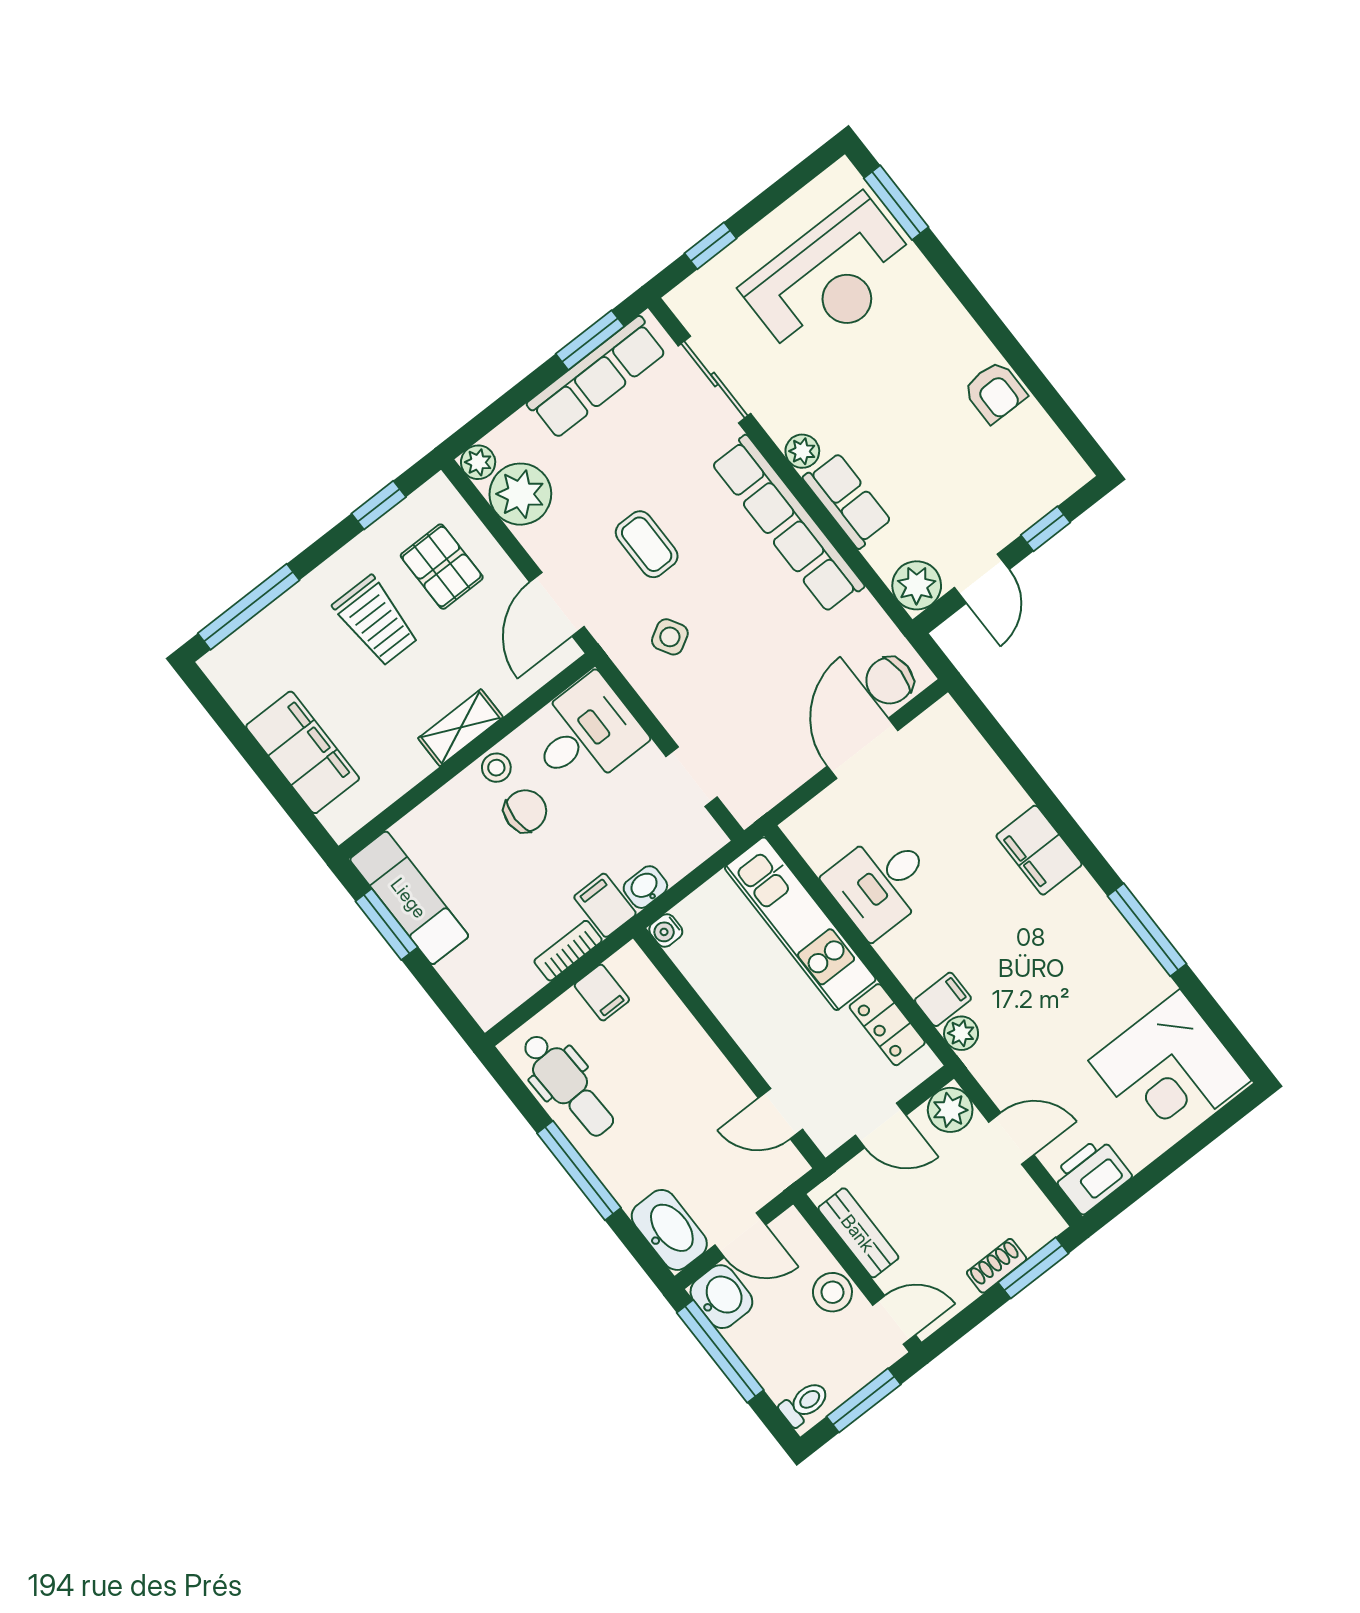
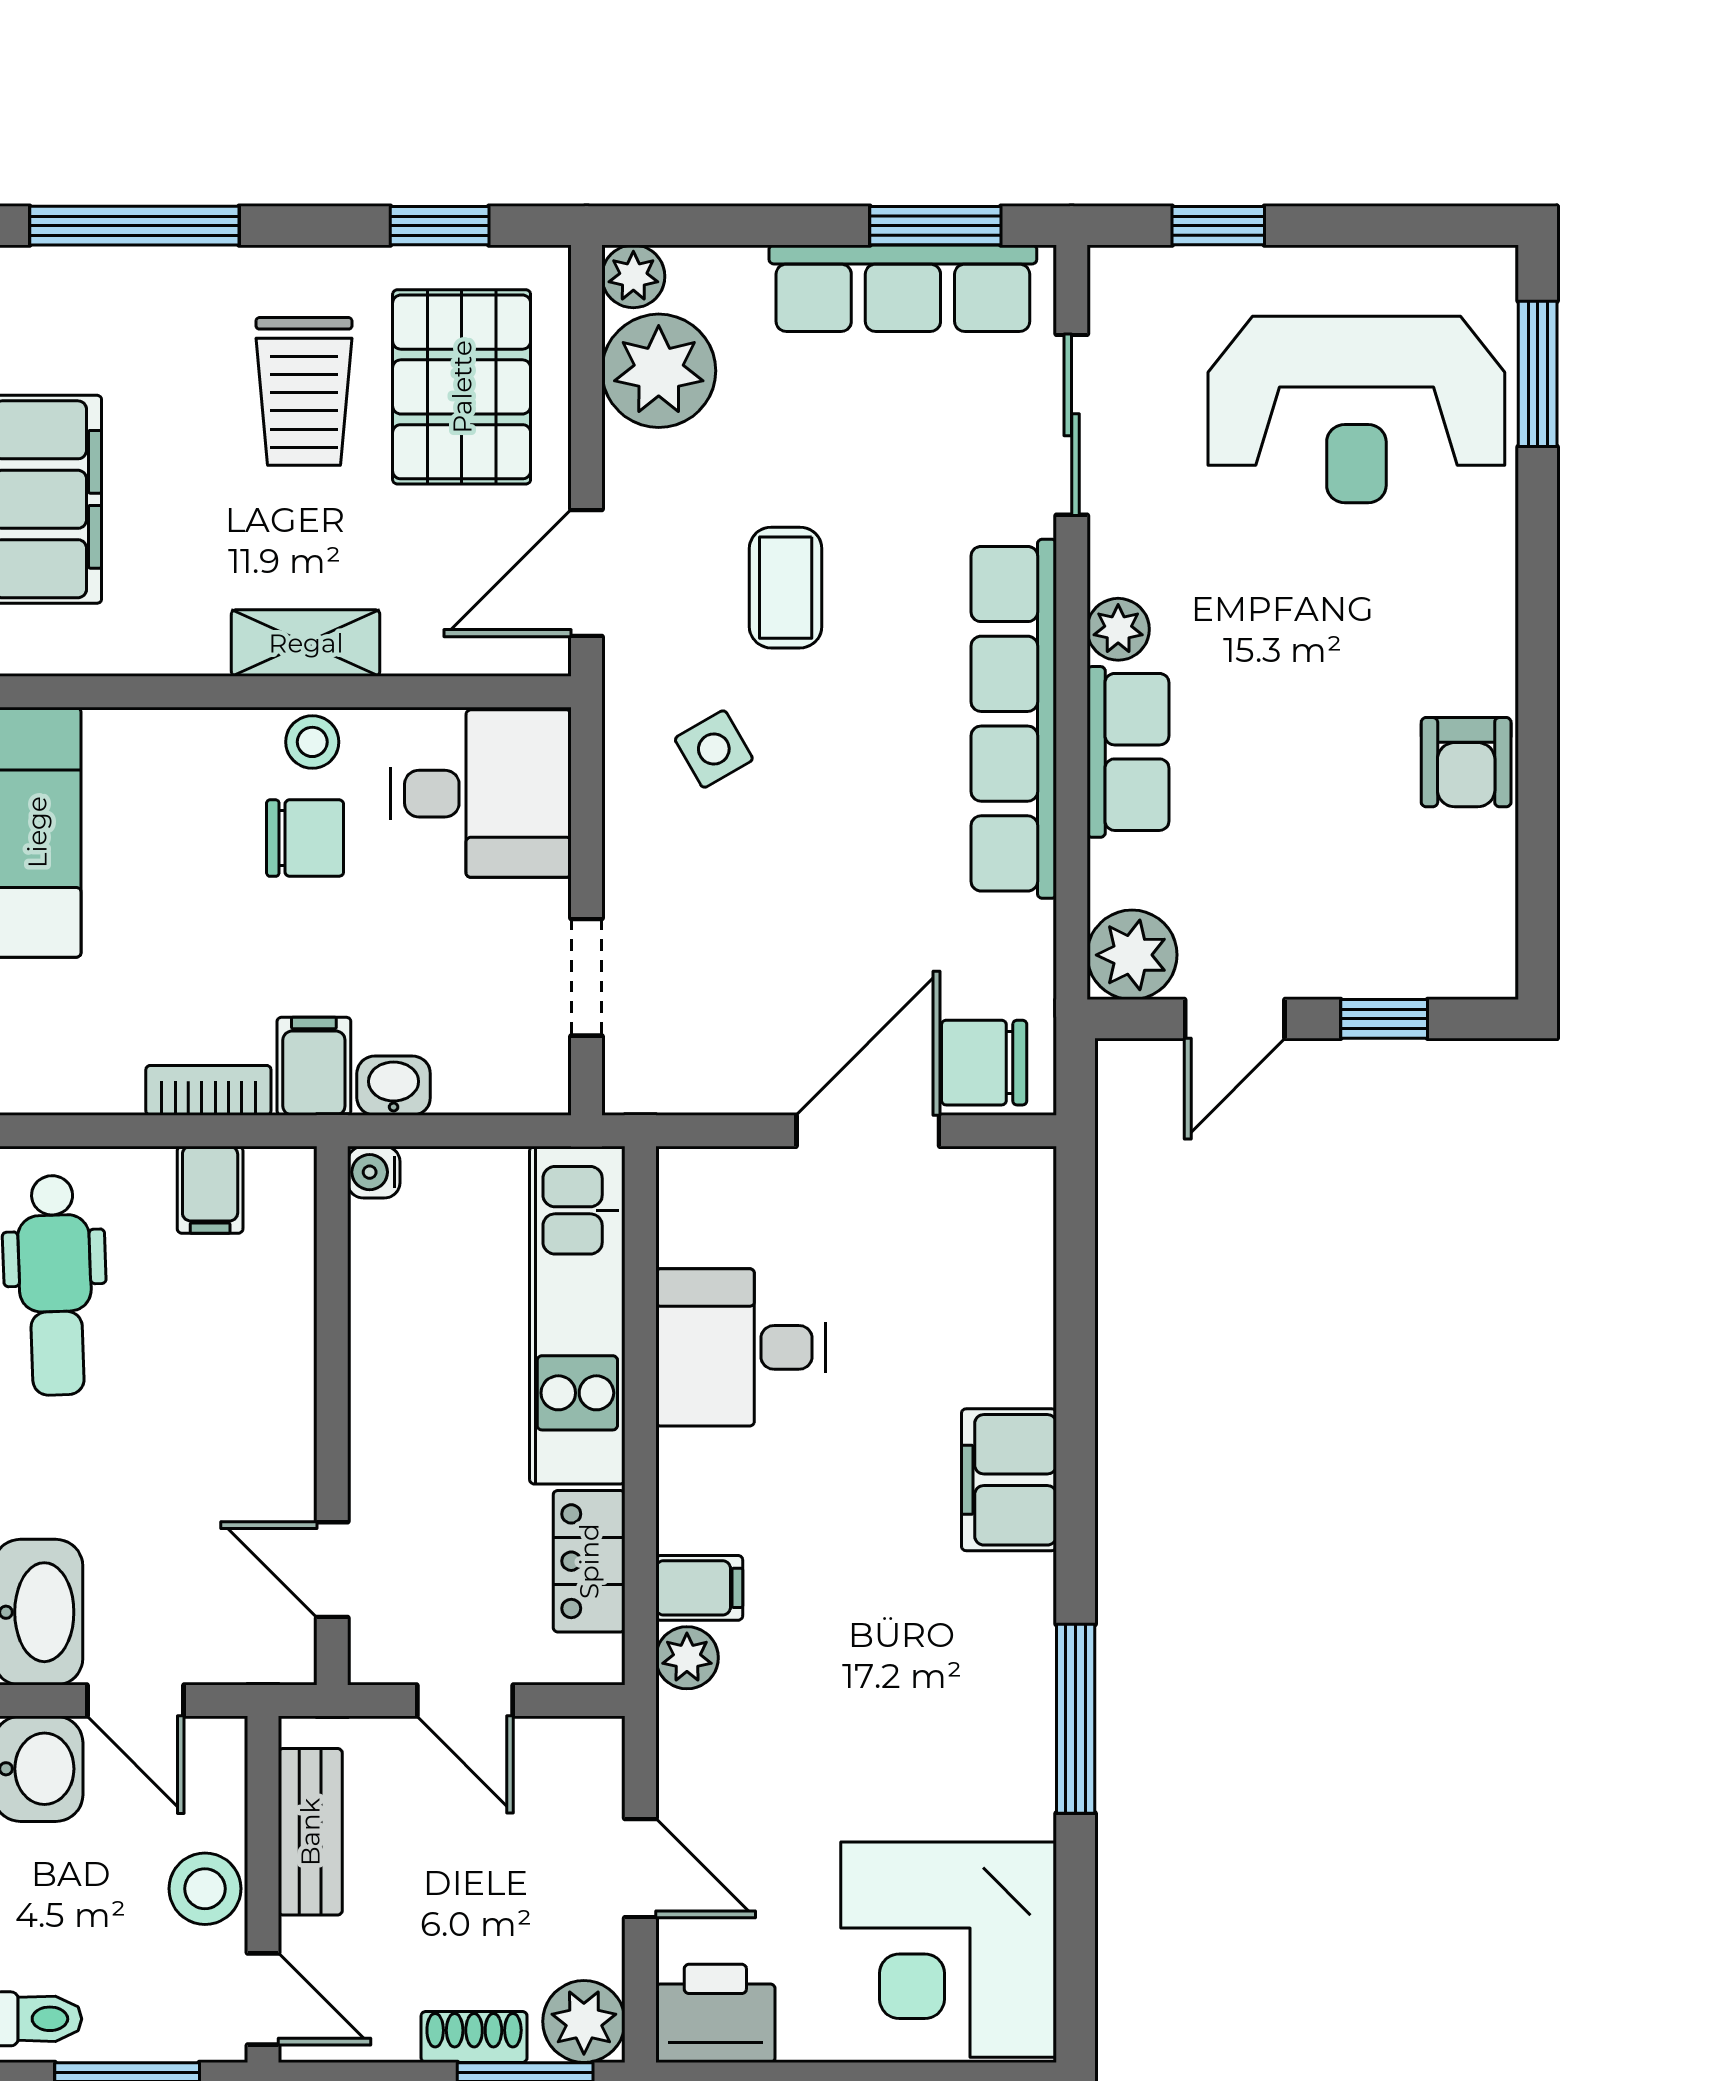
pallet: (442, 567) -> (462, 387), width x1.50, depth x1.42
plant: (950, 1110) -> (584, 2021), moved

